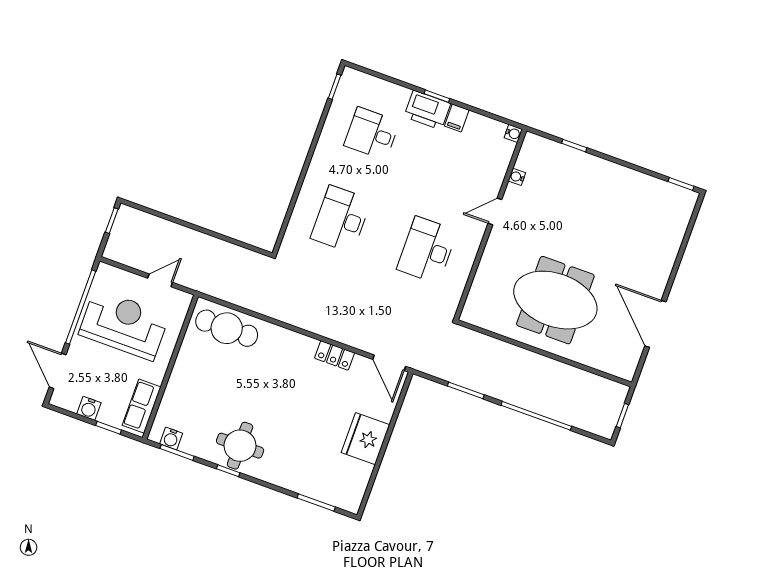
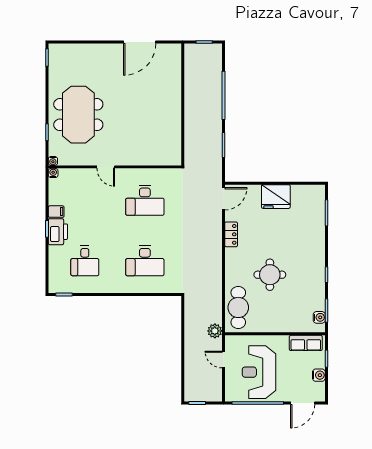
water cooler: (517, 177) -> (53, 161), moved
plant: (205, 283) -> (215, 331), added
meeting table: (555, 300) -> (78, 115), moved
round table: (240, 446) -> (270, 275), moved

